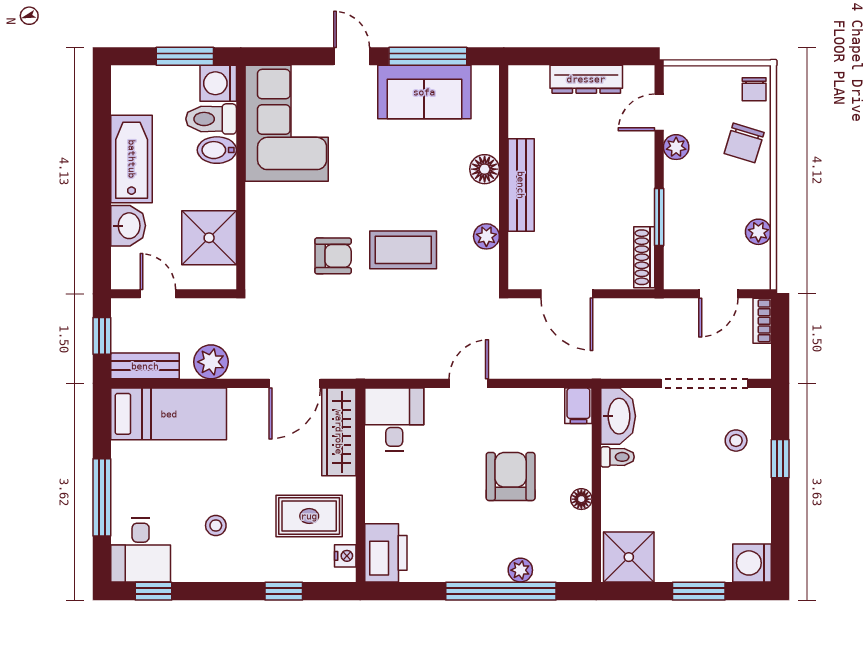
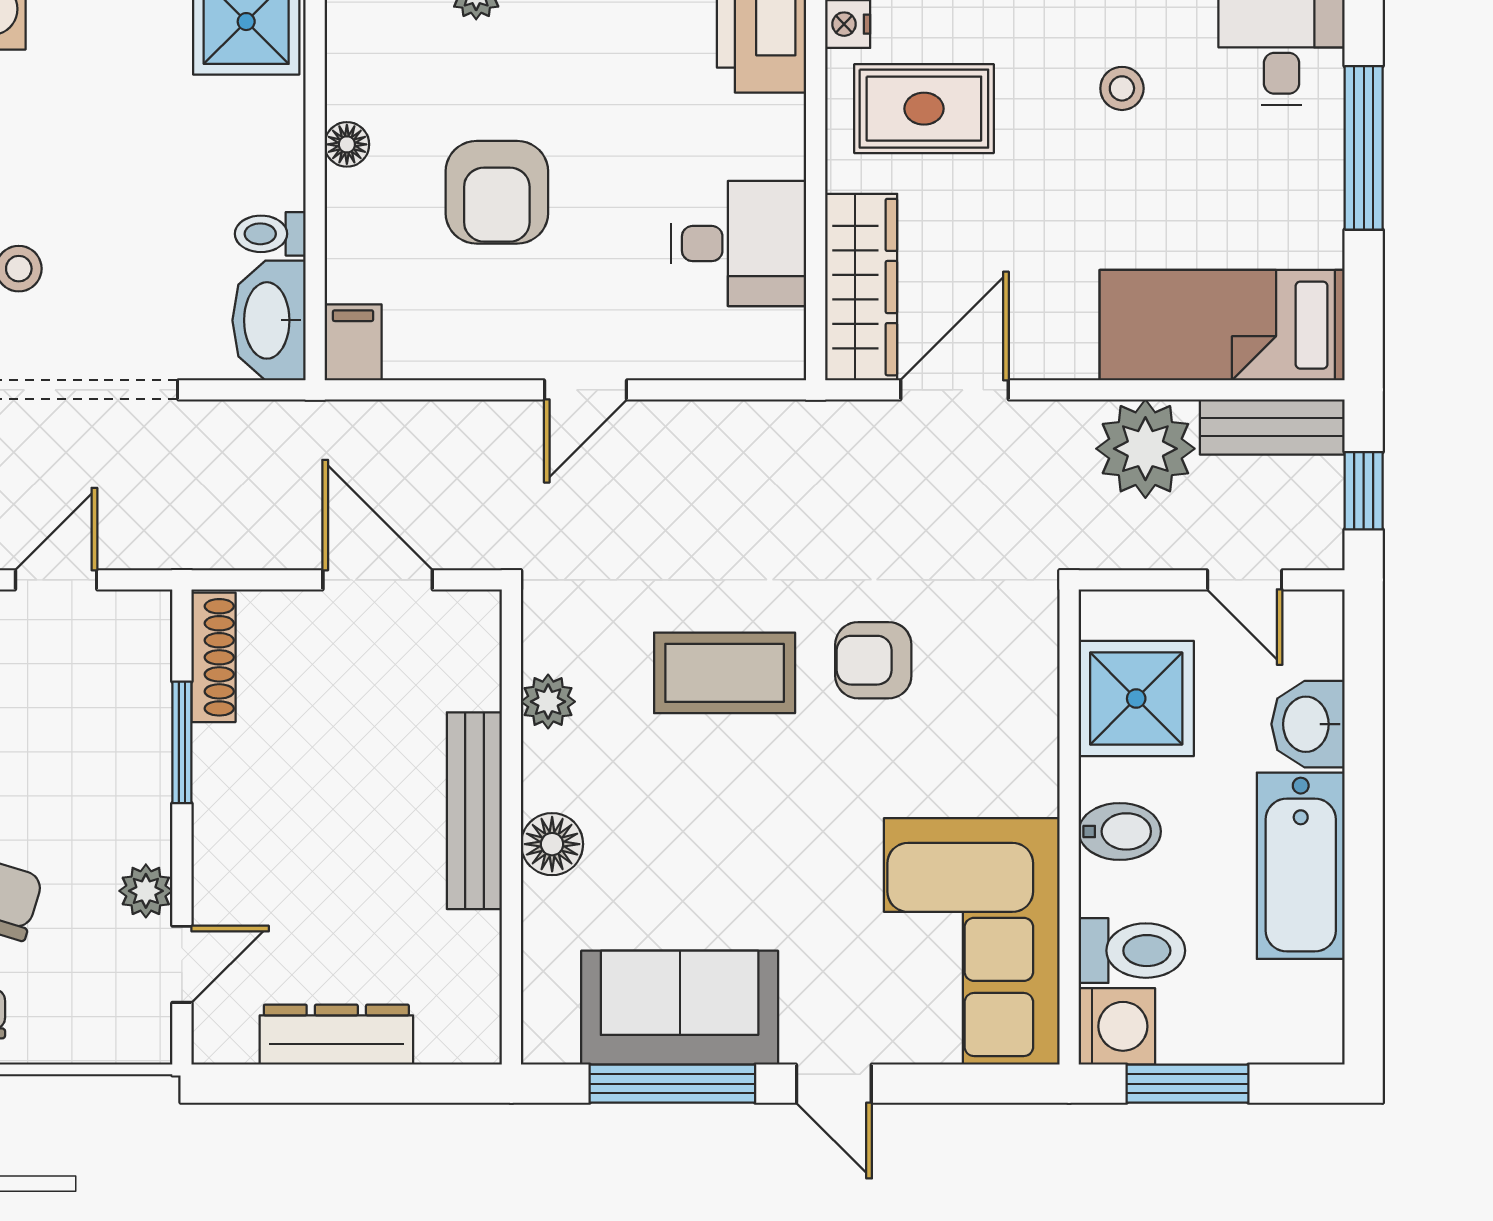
bidet: (217, 150) -> (1120, 831), moved
plant: (211, 362) -> (1145, 449), width x1.36, depth x1.36
desk: (394, 420) -> (739, 244), moved, turned -90

